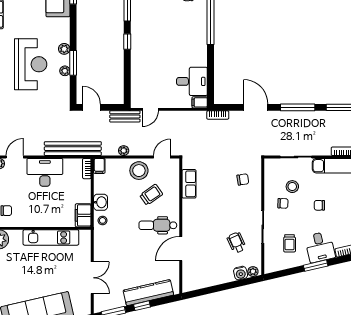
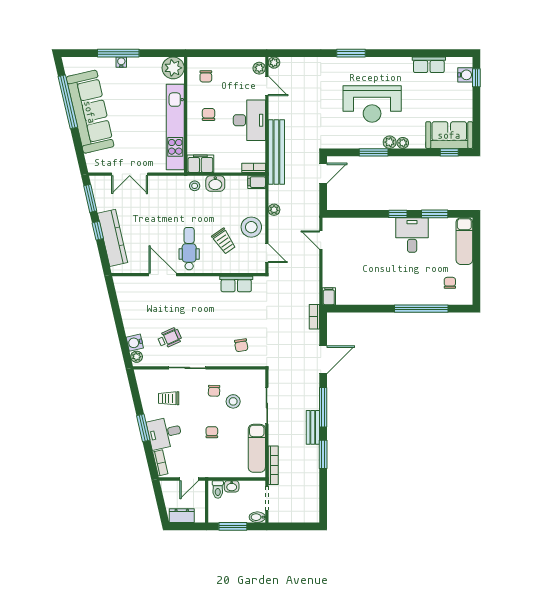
plant: (65, 71) -> (403, 143), moved
desk: (192, 81) -> (412, 235), moved, turned 180
bench: (125, 116) -> (313, 427), moved
chair: (40, 208) -> (208, 114), added
kitchen unit: (51, 237) -> (175, 127), width x1.36

